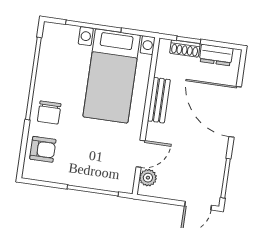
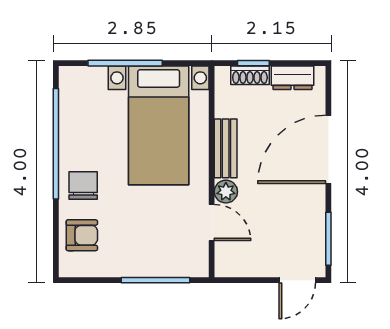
chair: (49, 112) -> (83, 185), turned 180
door: (235, 112) -> (328, 149), hinge flipped
door: (141, 154) -> (212, 223), hinge flipped
plant: (148, 178) -> (226, 192), moved

